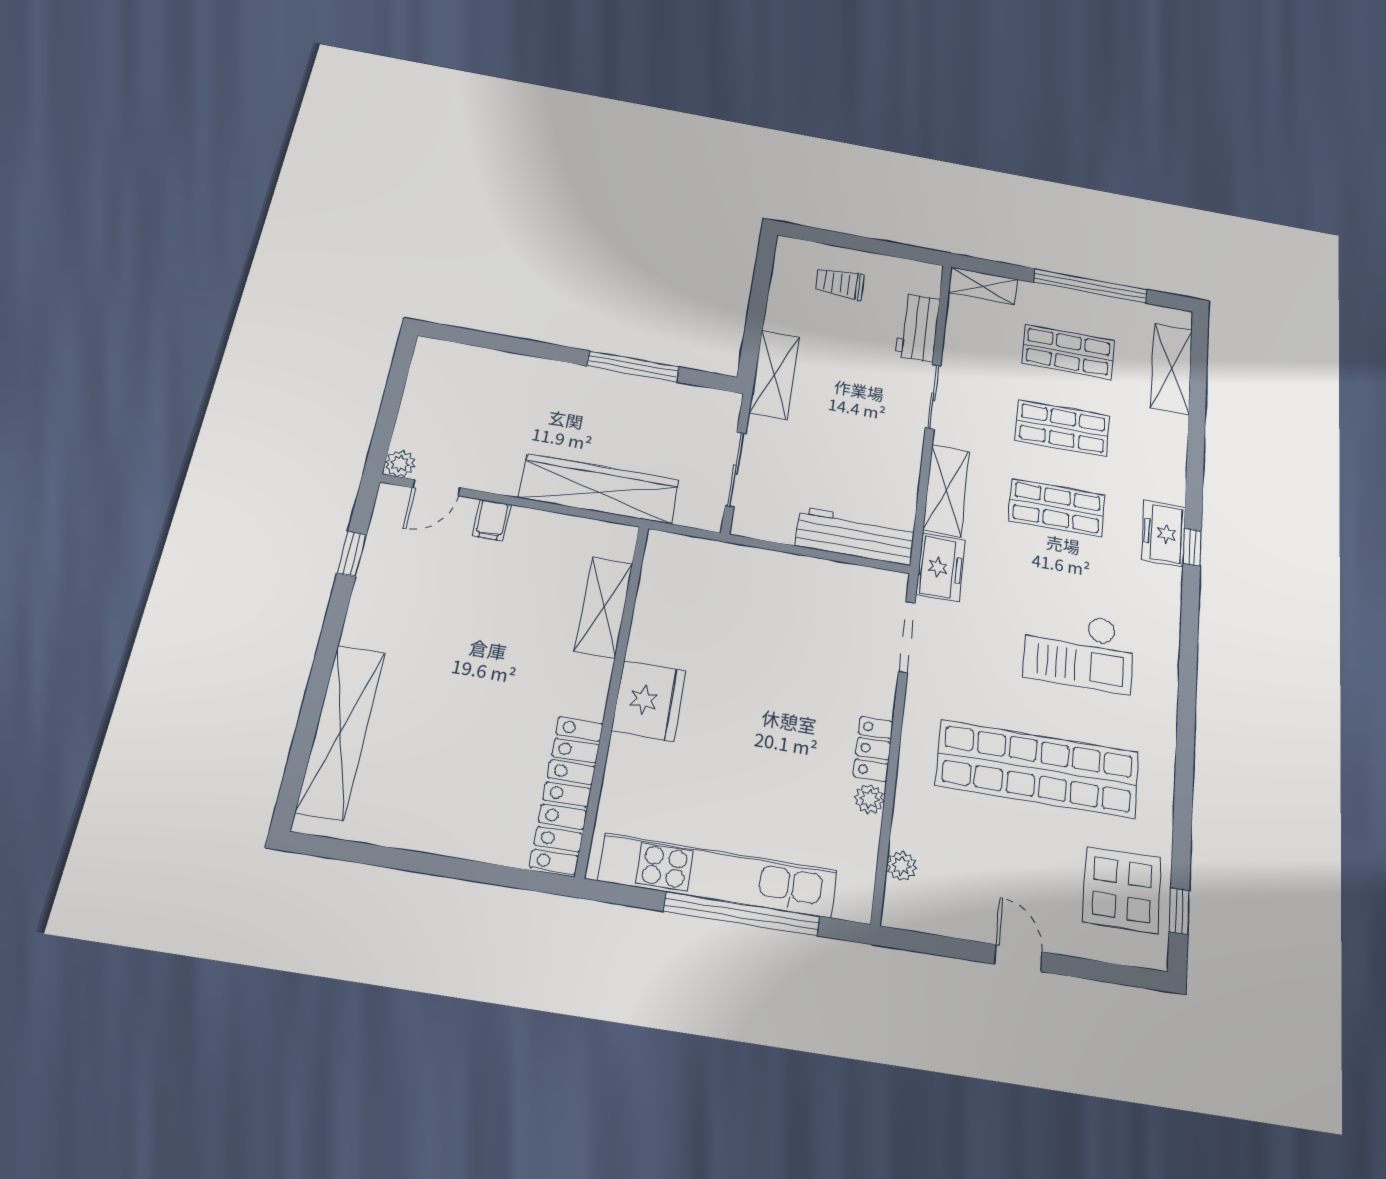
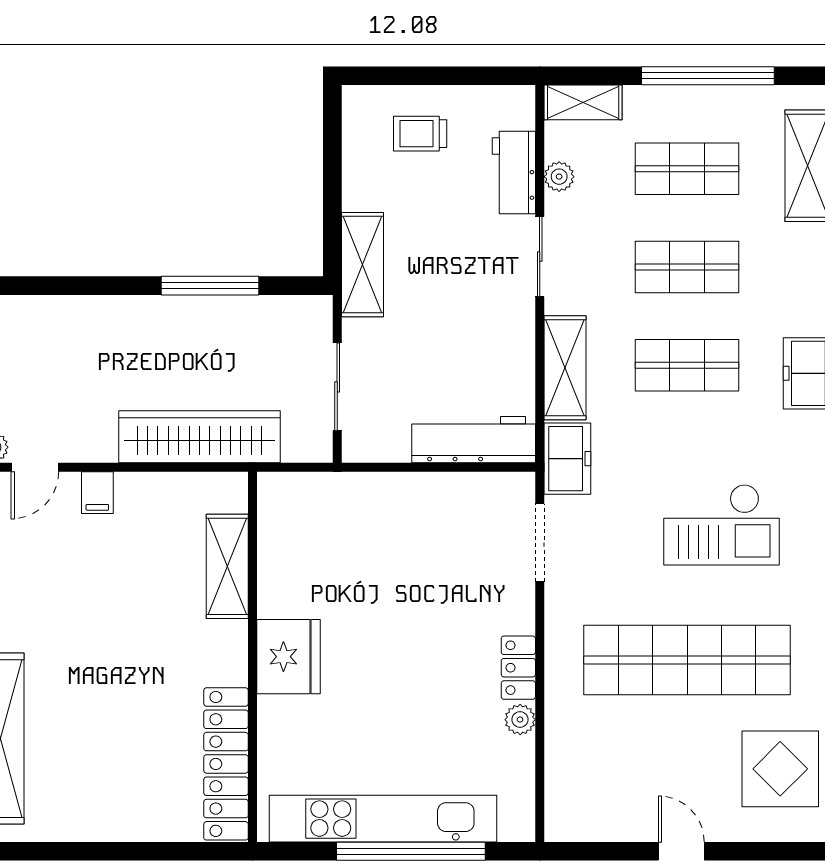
plant: (902, 866) -> (559, 177), moved

